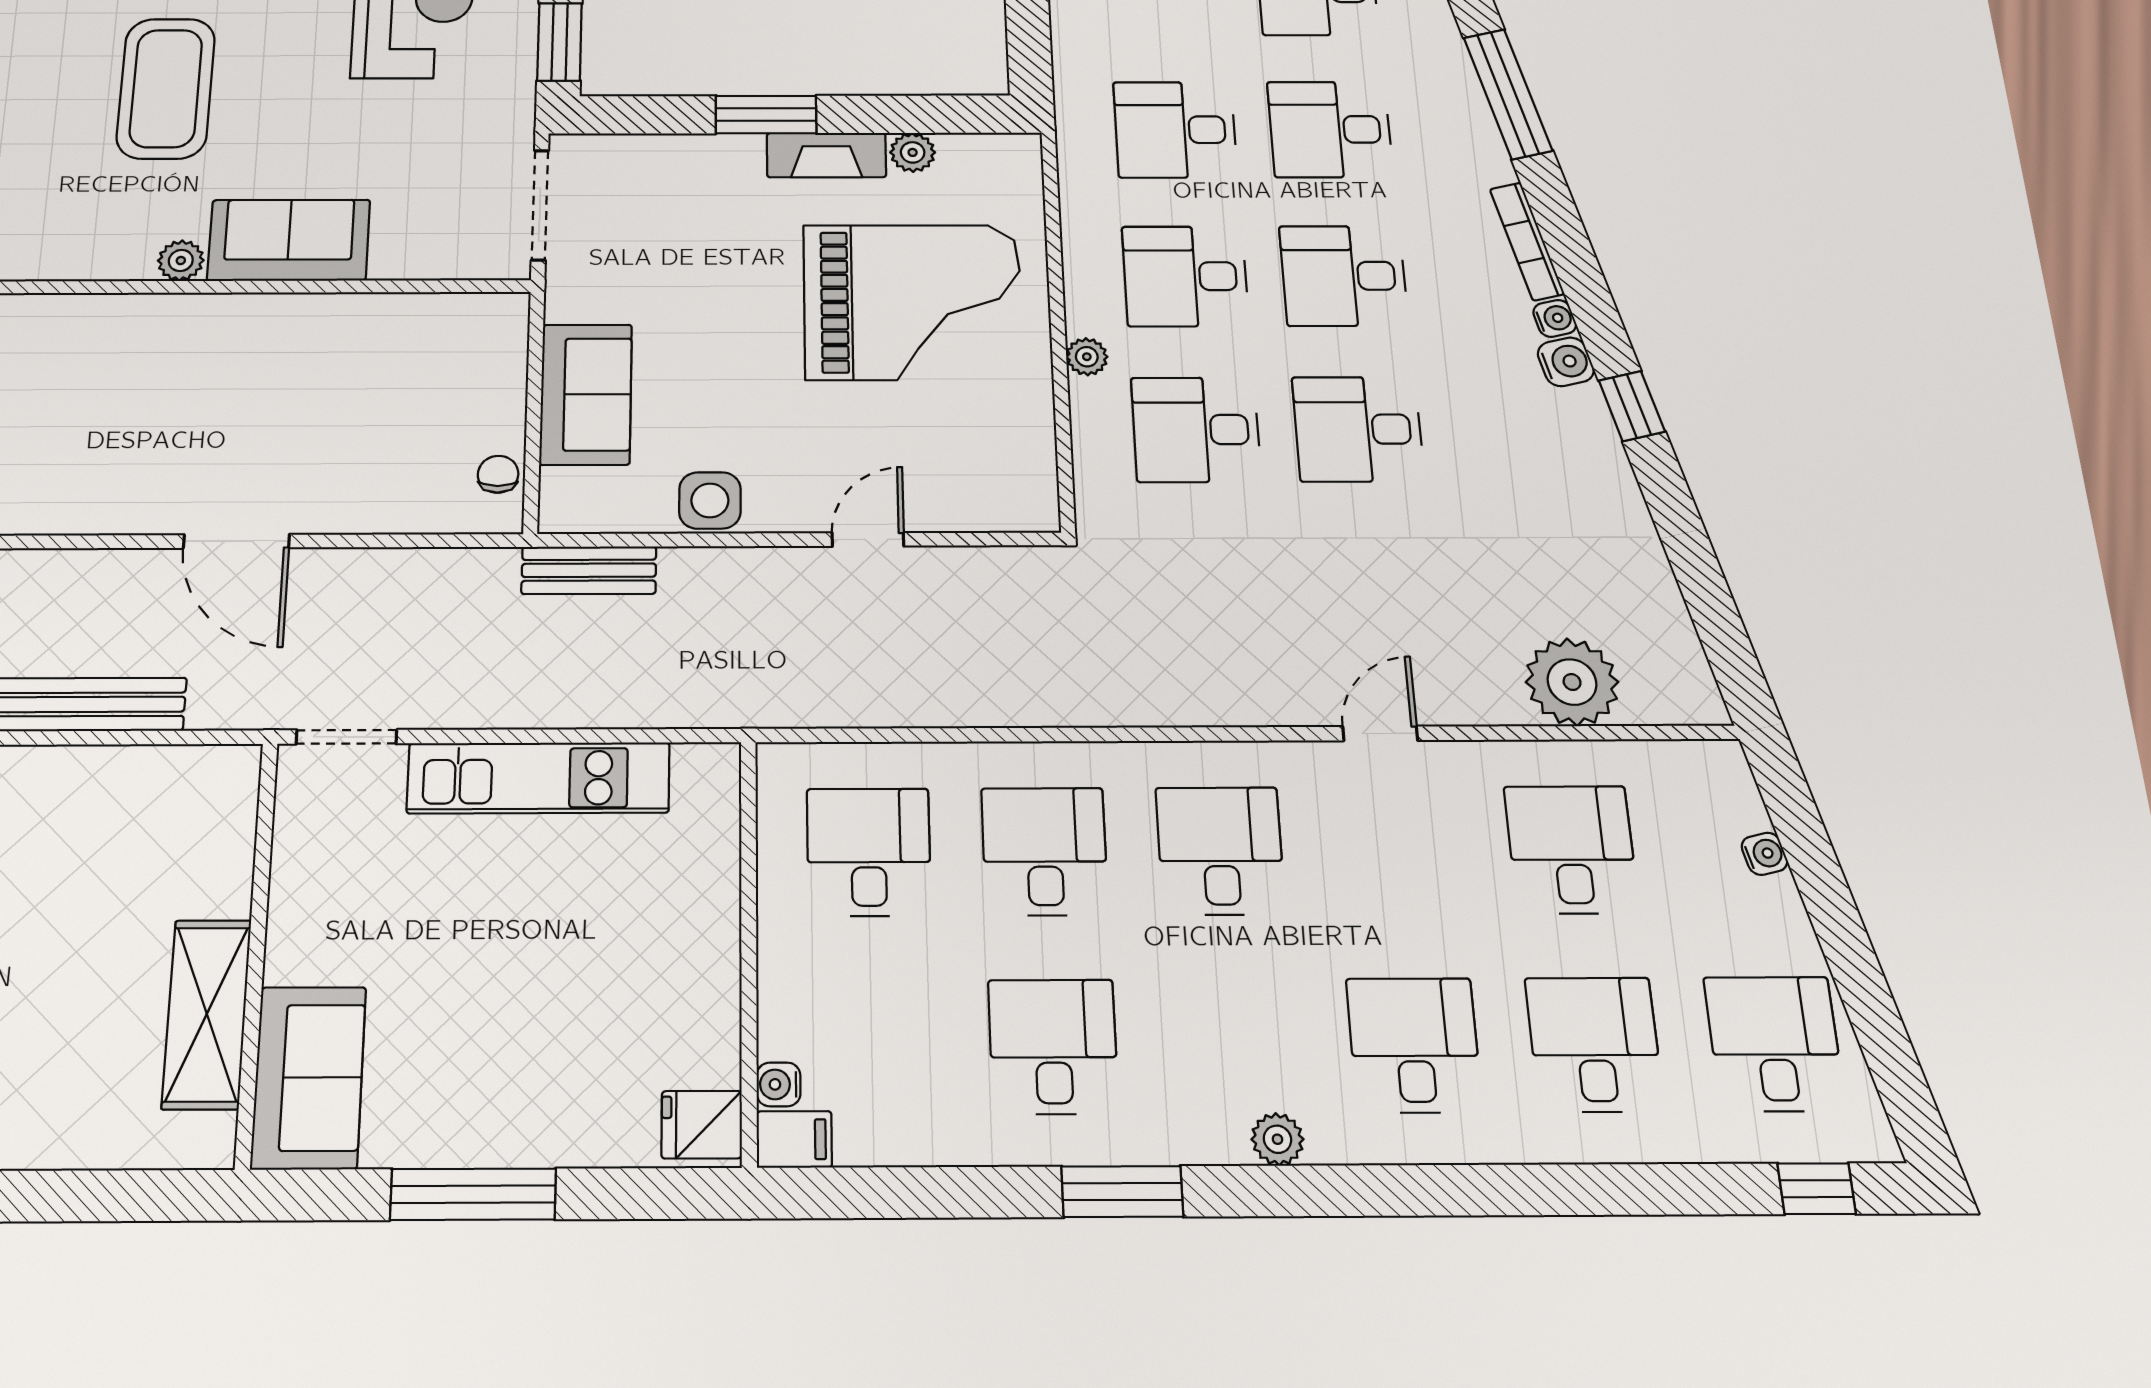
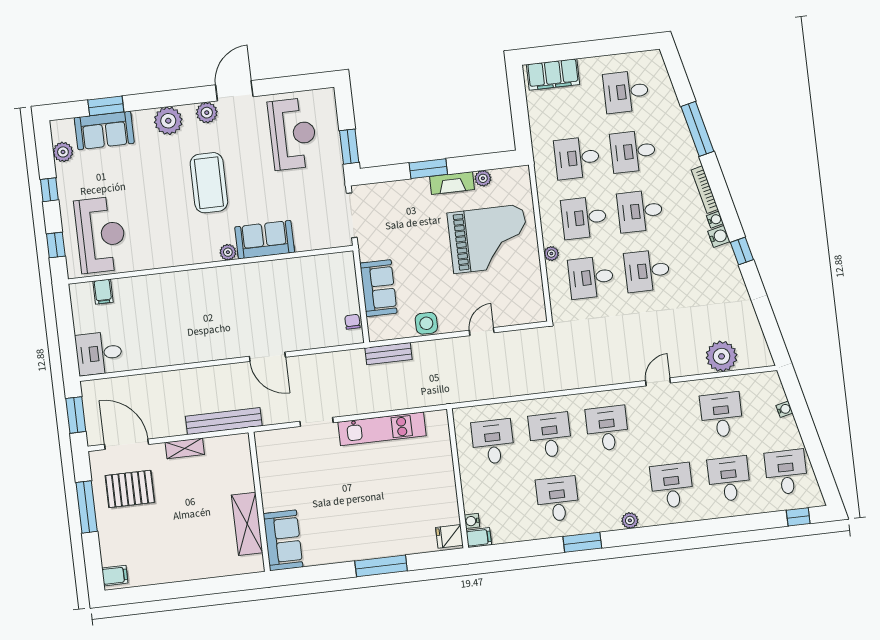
wall: (257, 951) -> (259, 502), moved
shelving: (207, 1014) -> (247, 524), moved
sofa: (309, 1077) -> (283, 540), moved

